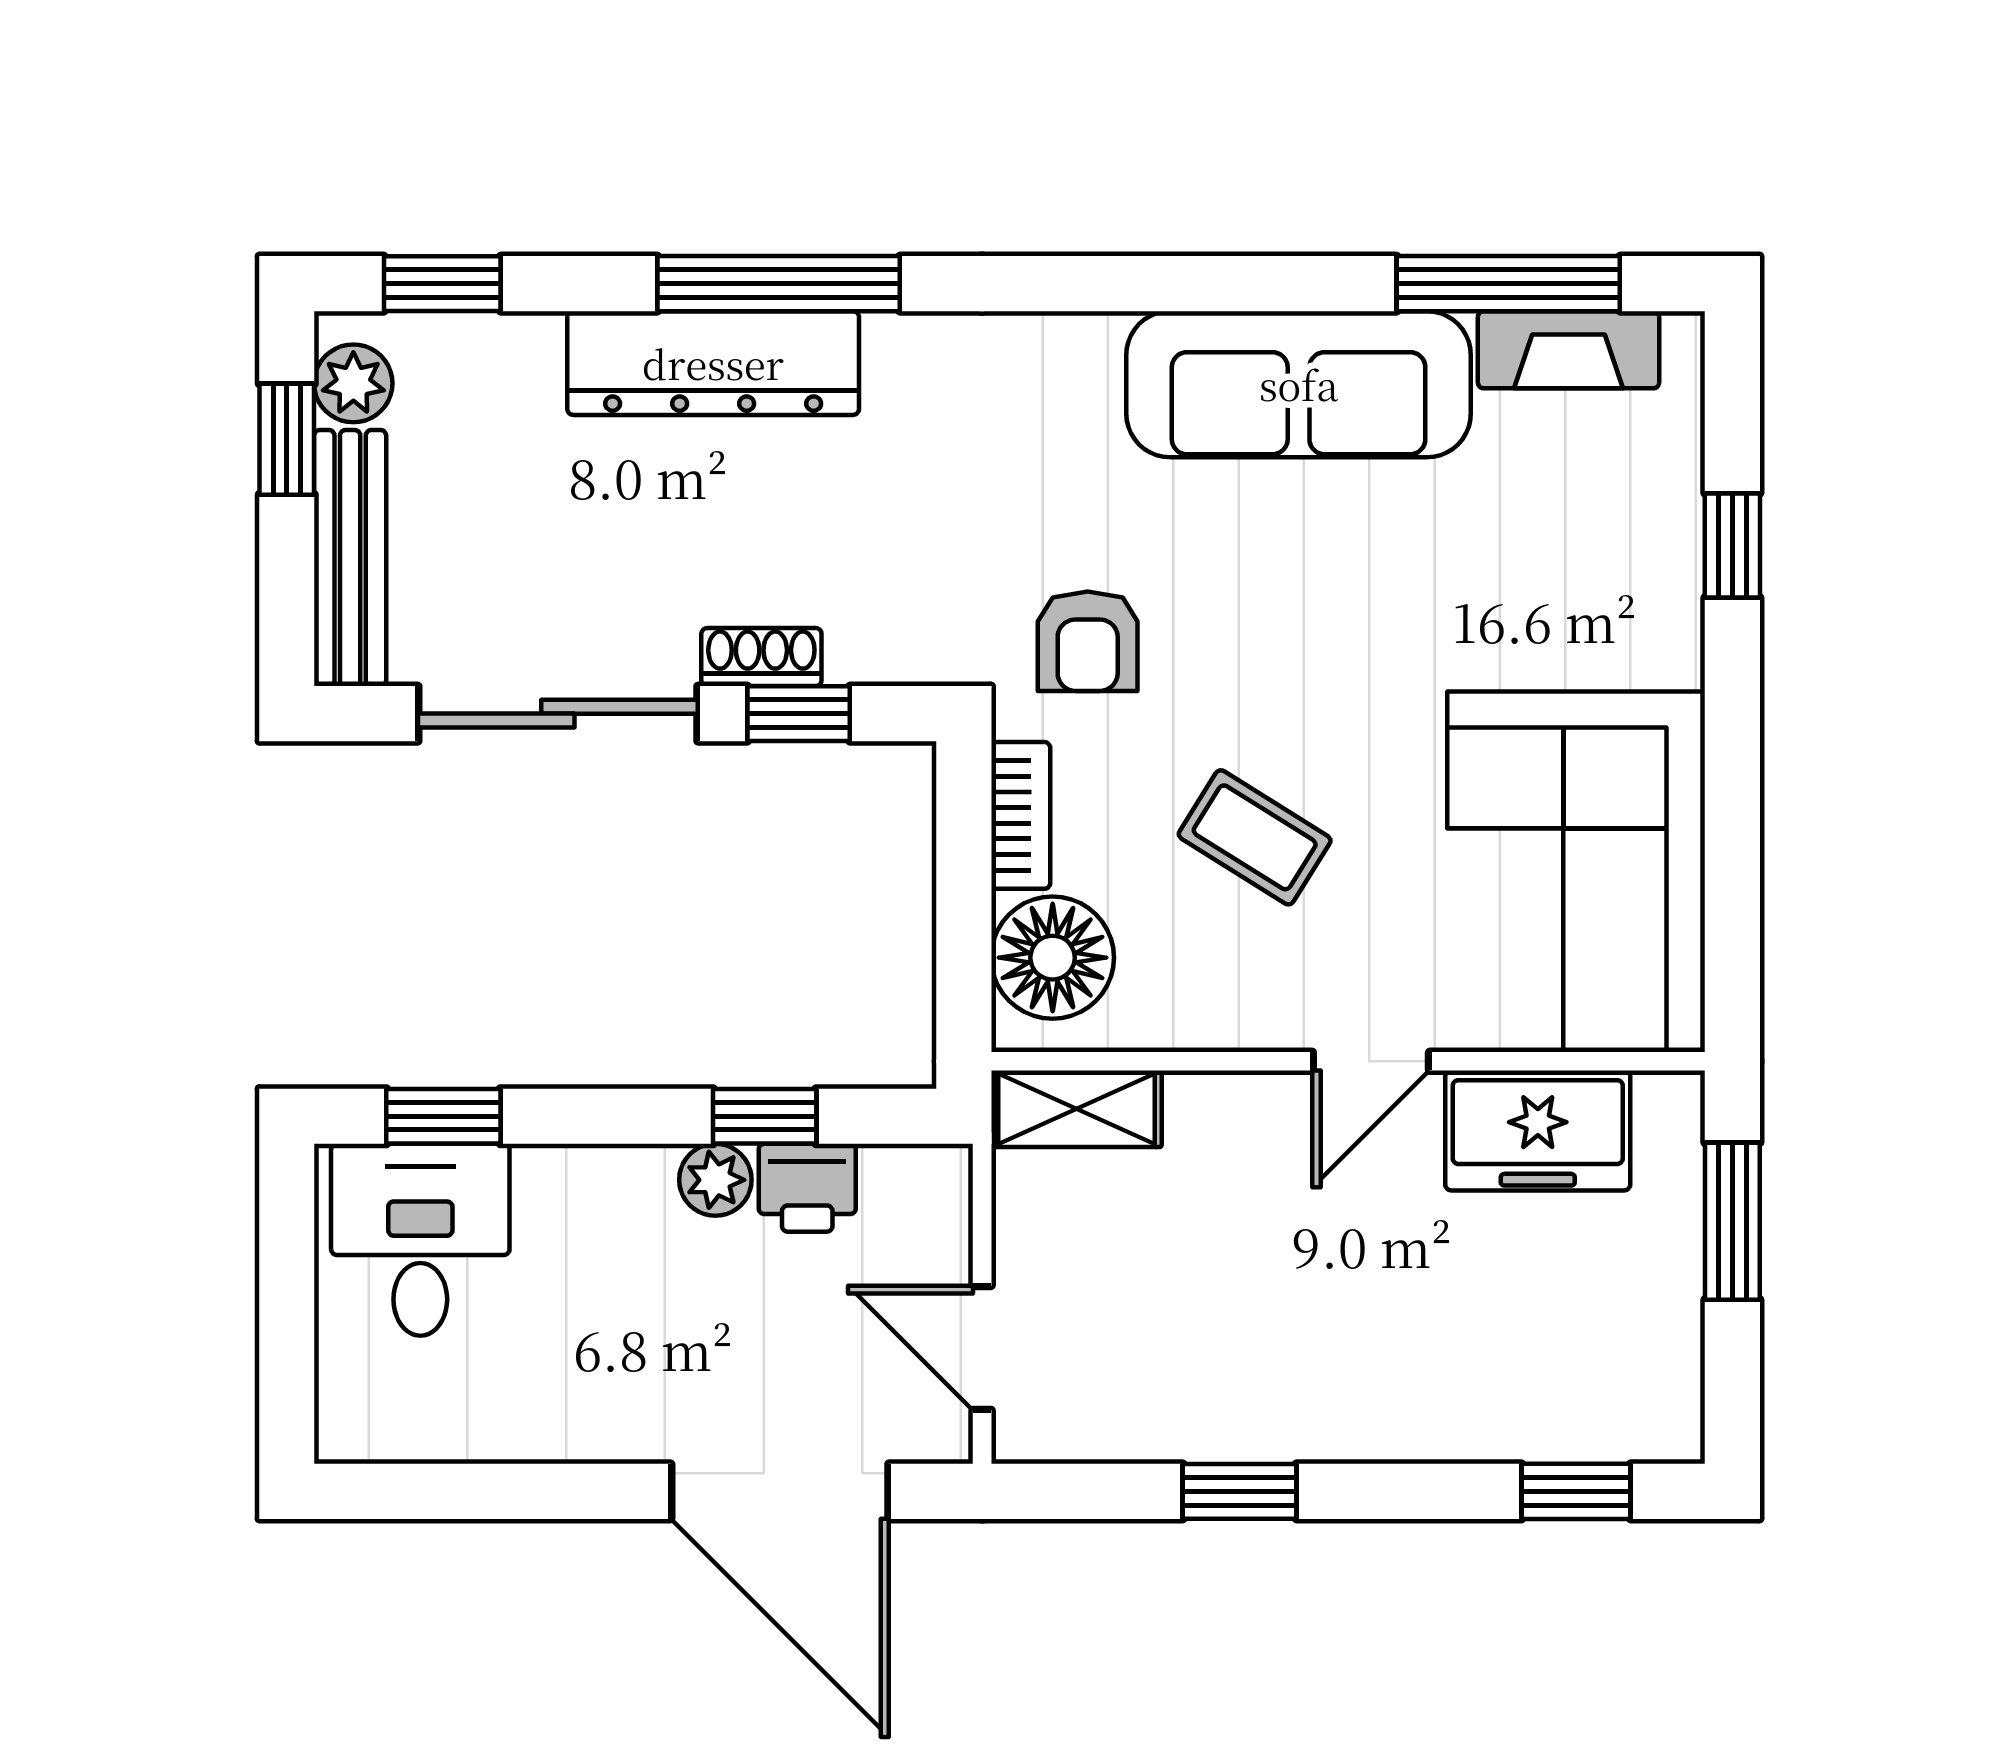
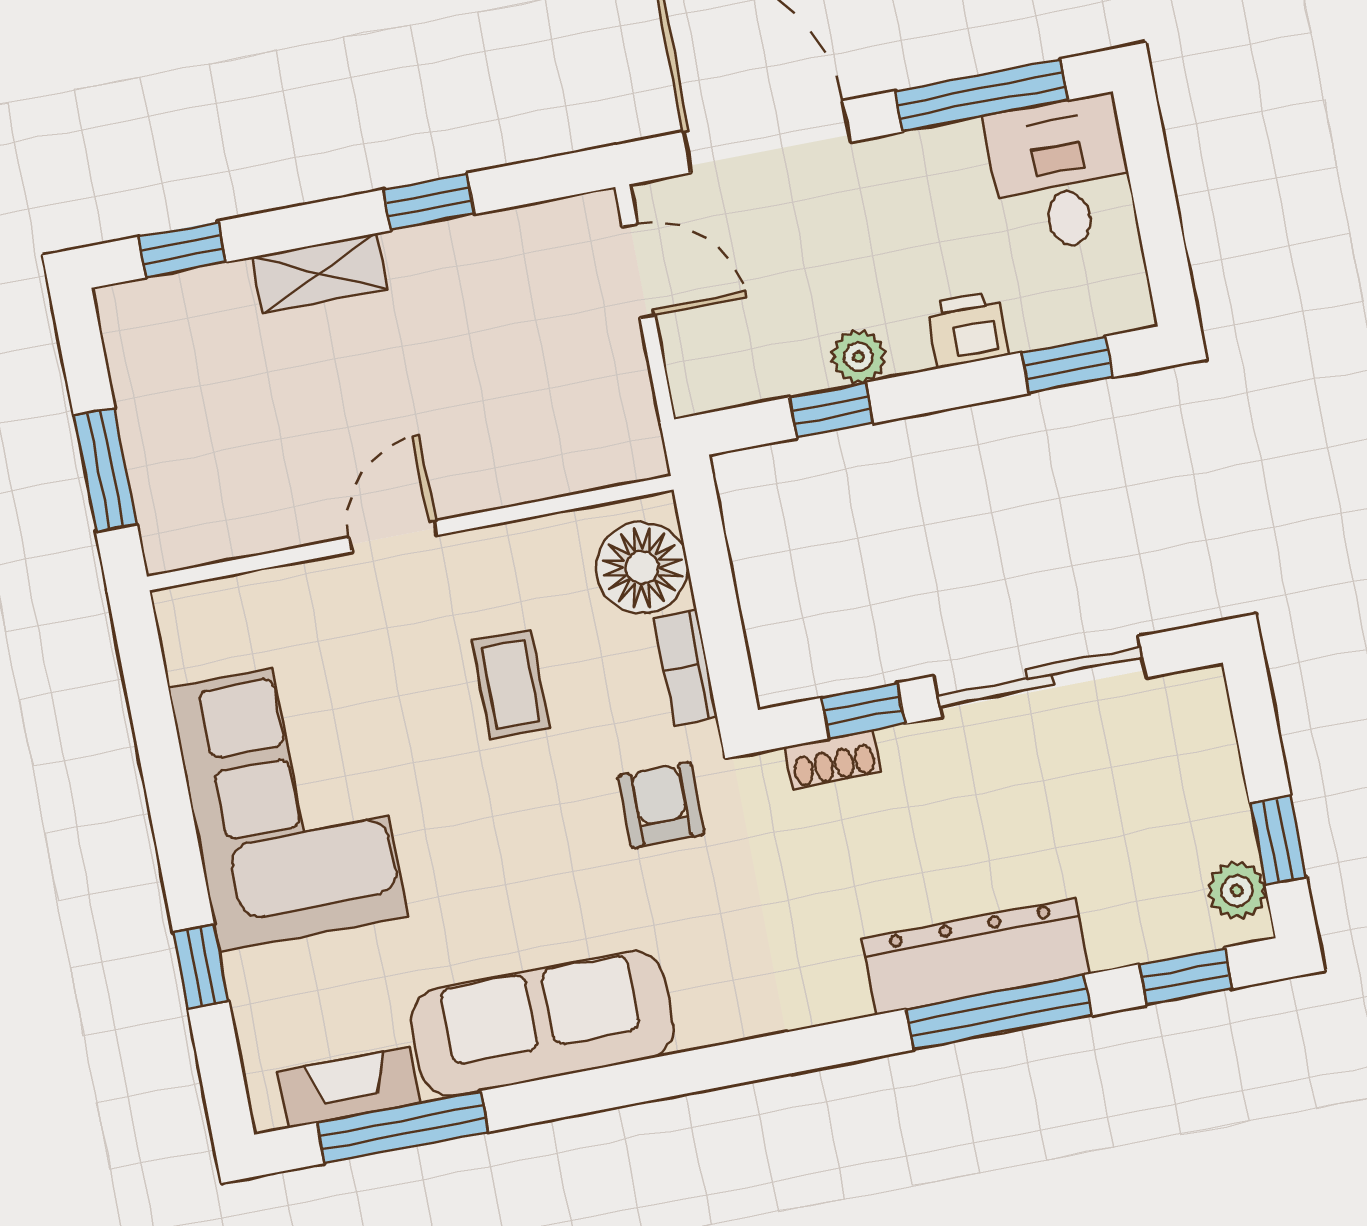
window: (779, 284) -> (999, 1012), moved
bench: (350, 558) -> (1215, 762), removed
shoe rack: (761, 657) -> (833, 760), moved
coffee table: (1255, 837) -> (511, 684), turned 58
corner sofa: (1576, 872) -> (288, 802), moved
shelving: (1076, 1109) -> (320, 273), moved
freezer: (1538, 1131) -> (261, 509), removed
printer: (807, 1188) -> (968, 329), moved
desk: (420, 1240) -> (1061, 174), moved, turned 180
window: (488, 1491) -> (982, 95), added

